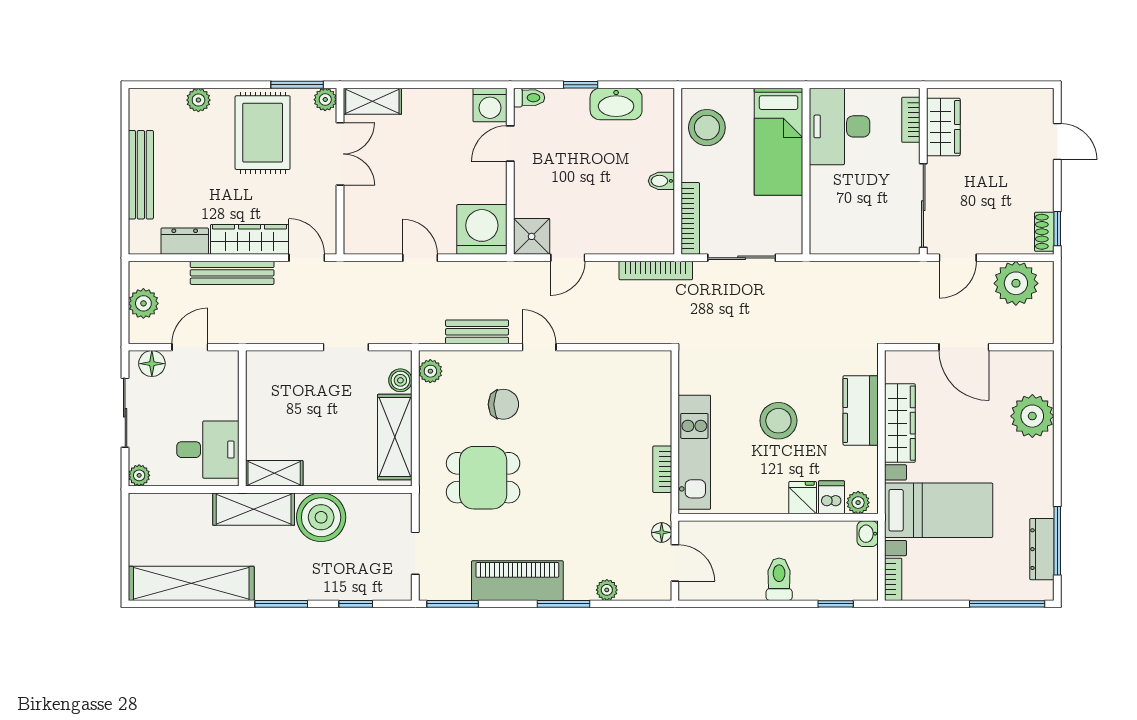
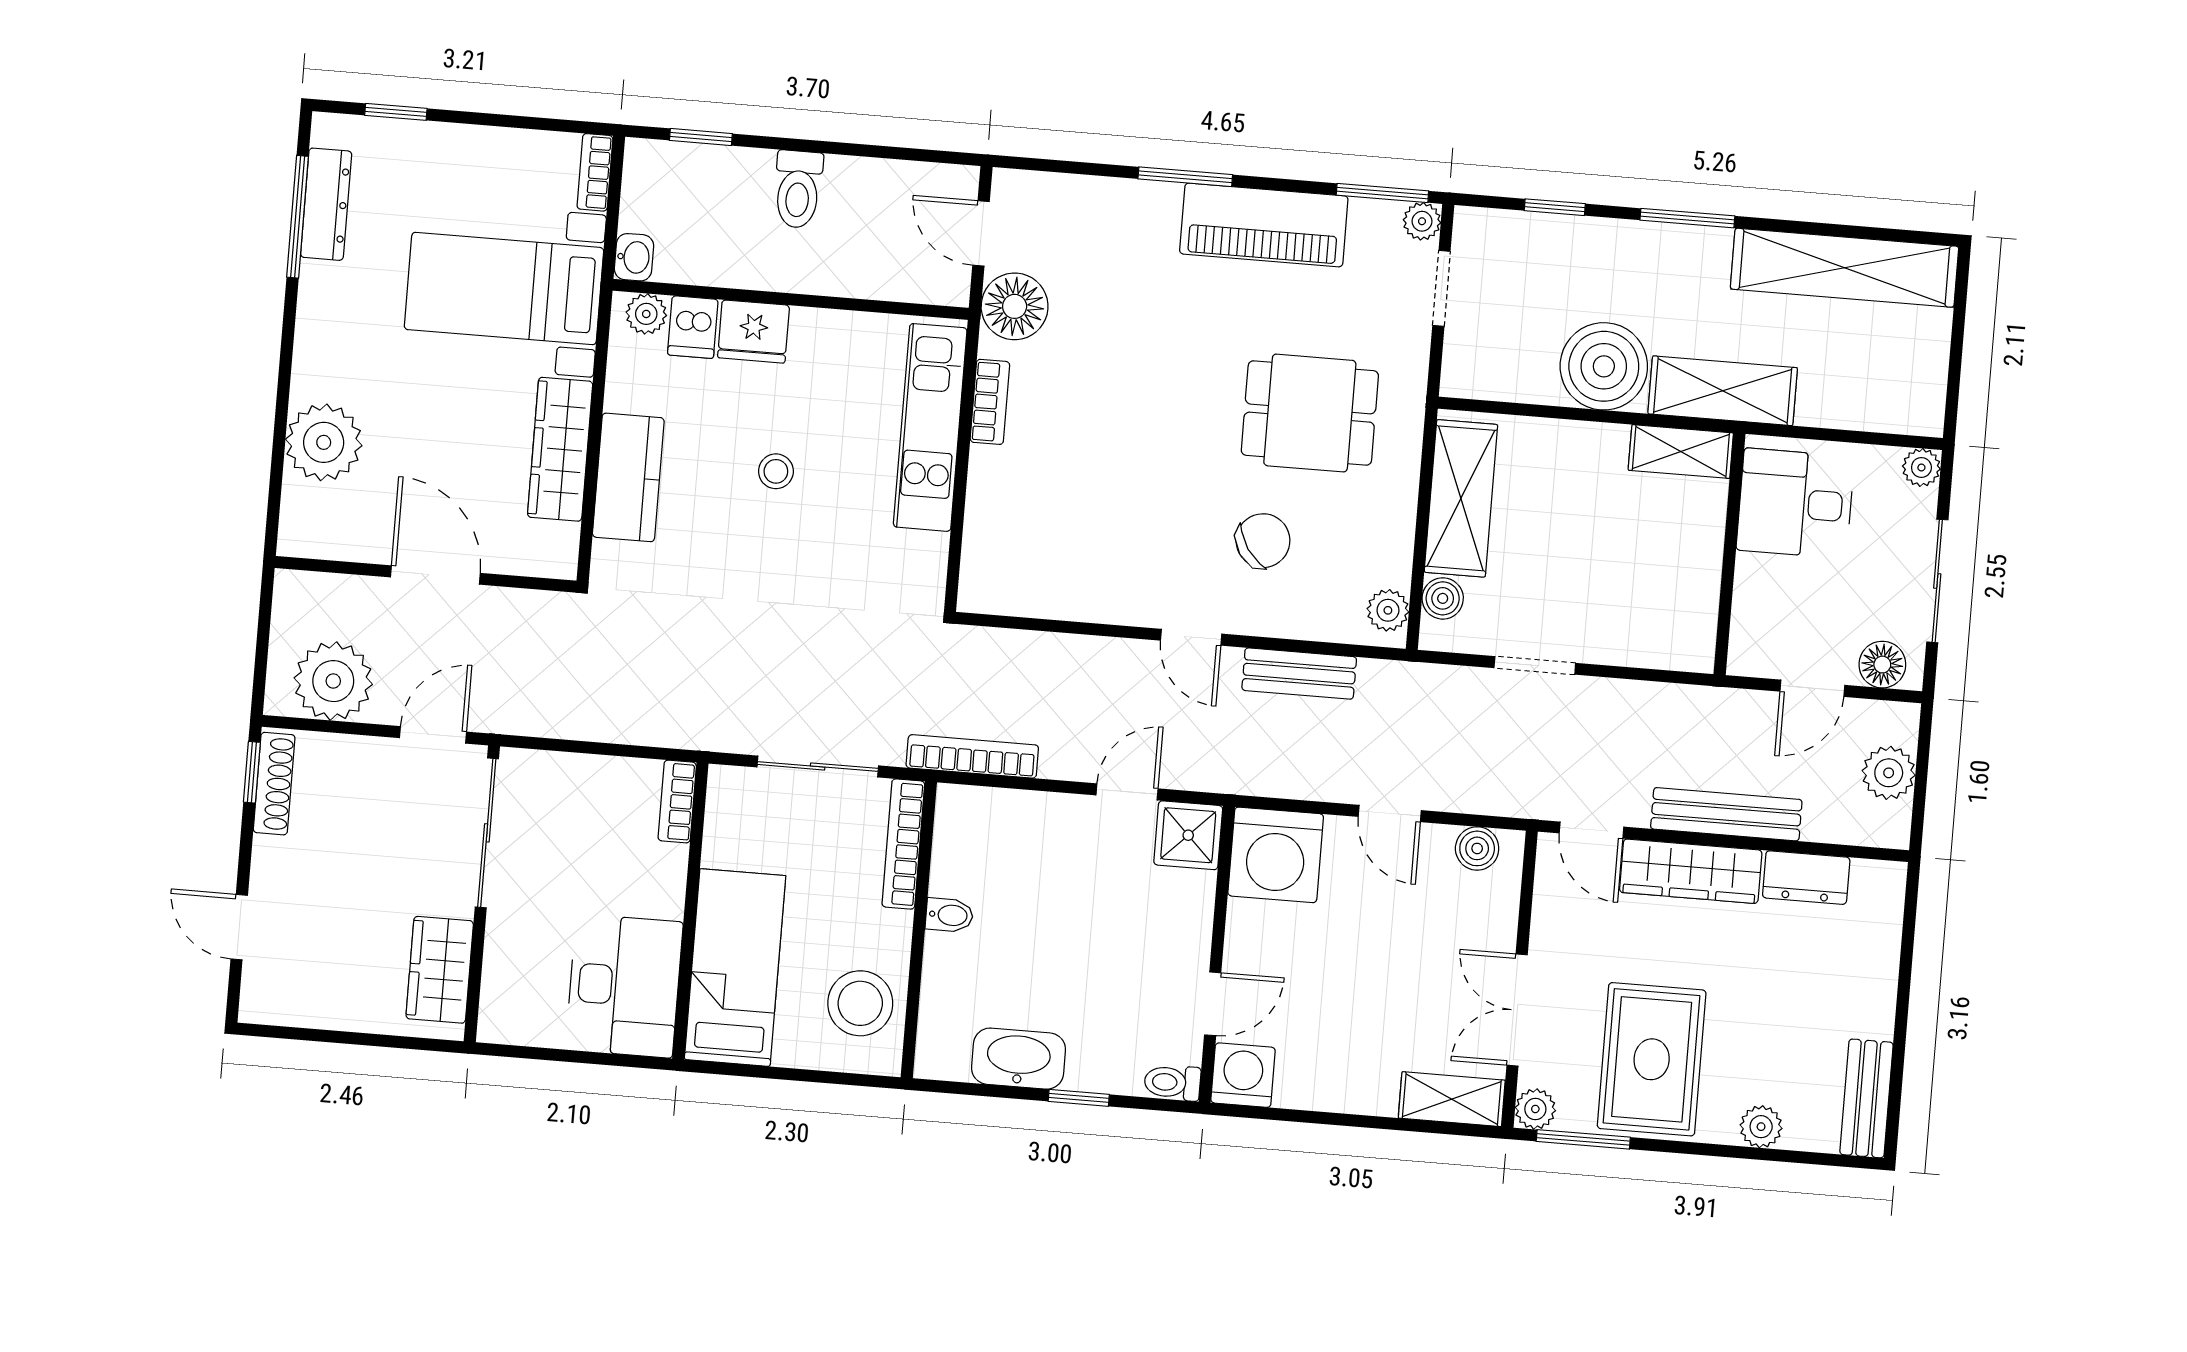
bookcase: (911, 120) -> (677, 802), moved, turned 180
bench: (141, 175) -> (1867, 1098), moved, width x0.73
shoe rack: (1044, 232) -> (274, 784), width x1.43
boiler: (370, 242) -> (1477, 848), added
chair: (503, 404) -> (1263, 541), turned 146
stool: (778, 421) -> (776, 471), width x0.53, depth x0.53
fridge: (803, 498) -> (754, 331), width x1.38
floor lamp: (662, 532) -> (1015, 306), width x1.89, depth x1.89
plant: (607, 590) -> (1422, 221), moved
window: (1007, 604) -> (396, 112), width x0.46

